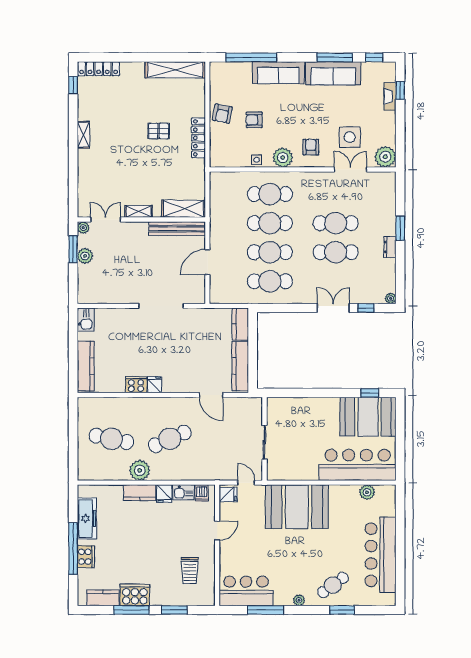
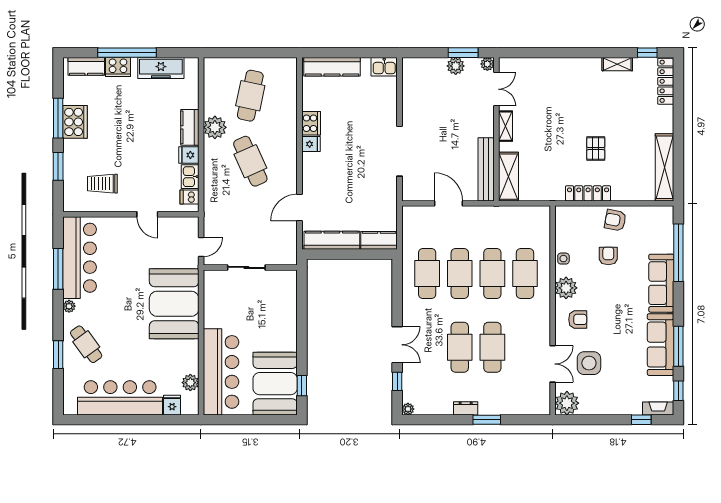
fireplace: (390, 96) -> (658, 408), moved
shelving: (83, 135) -> (617, 64), moved
fridge: (228, 494) -> (172, 405), moved, turned 180
bar counter: (246, 591) -> (80, 258), width x1.36
kitchen counter: (103, 598) -> (86, 66), moved, turned 90

